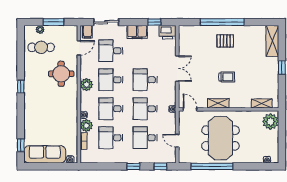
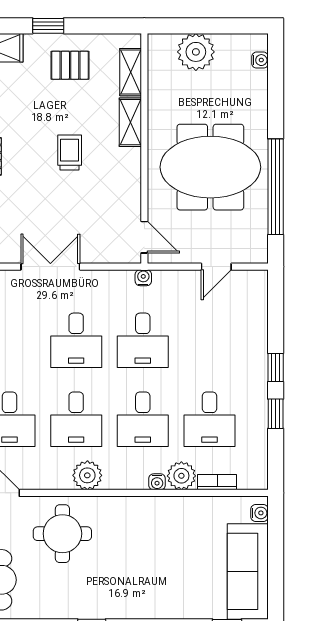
pallet: (265, 77) -> (70, 65), added
shelving: (218, 103) -> (130, 122), moved
door: (190, 109) -> (144, 237), swing flipped
plant: (271, 122) -> (196, 52), moved
desk: (145, 138) -> (209, 340), removed
window: (161, 166) -> (276, 414), moved

